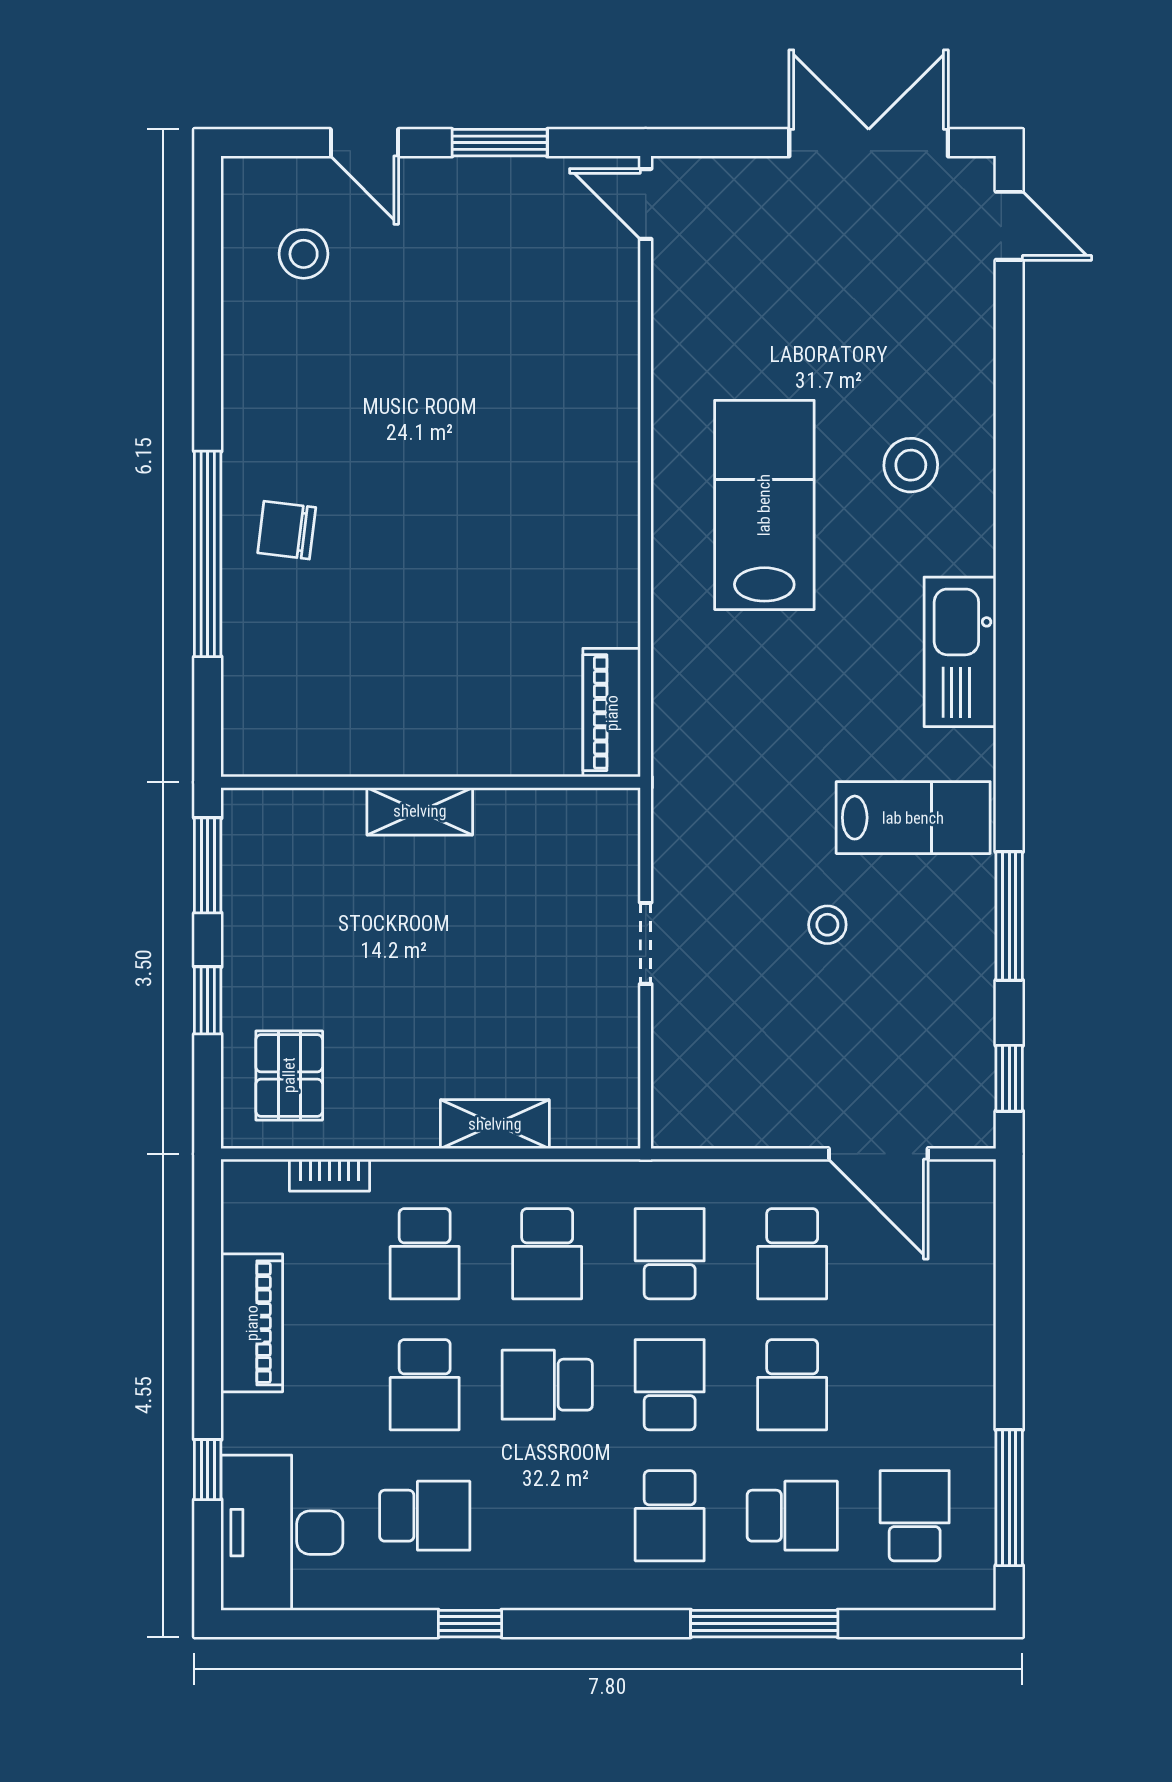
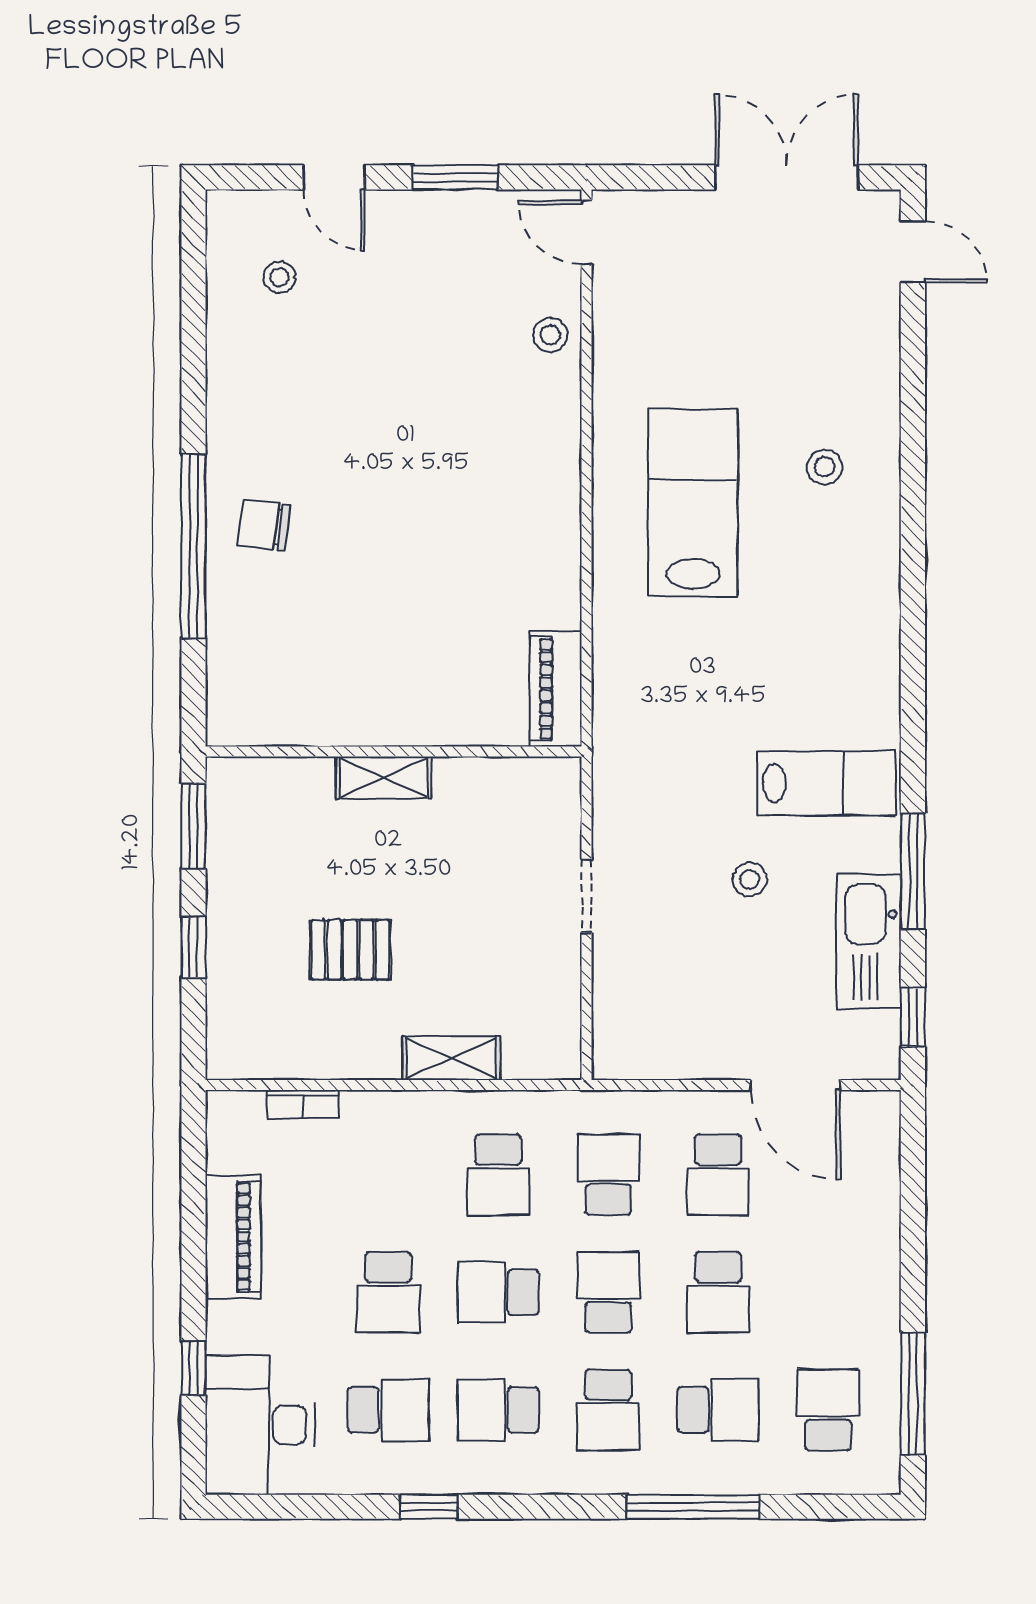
stool: (304, 254) -> (279, 277), width x0.73, depth x0.73
stool: (605, 318) -> (550, 335), added
stool: (911, 465) -> (825, 467), width x0.73, depth x0.73
kitchen sink: (960, 652) -> (869, 941), moved
pallet: (289, 1075) -> (350, 950), moved, turned 90
school desk: (425, 1254) -> (498, 1410), moved, turned 90

